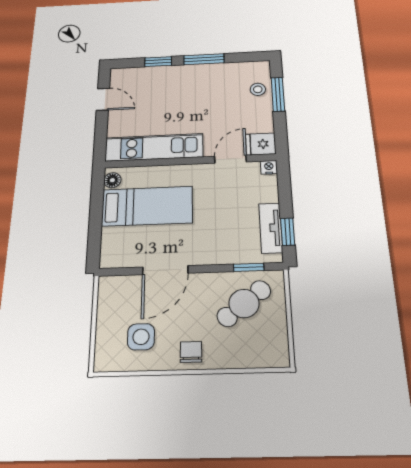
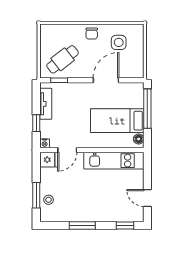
window: (158, 62) -> (125, 226), moved
window: (95, 227) -> (147, 109), added
window: (288, 232) -> (36, 123), moved

